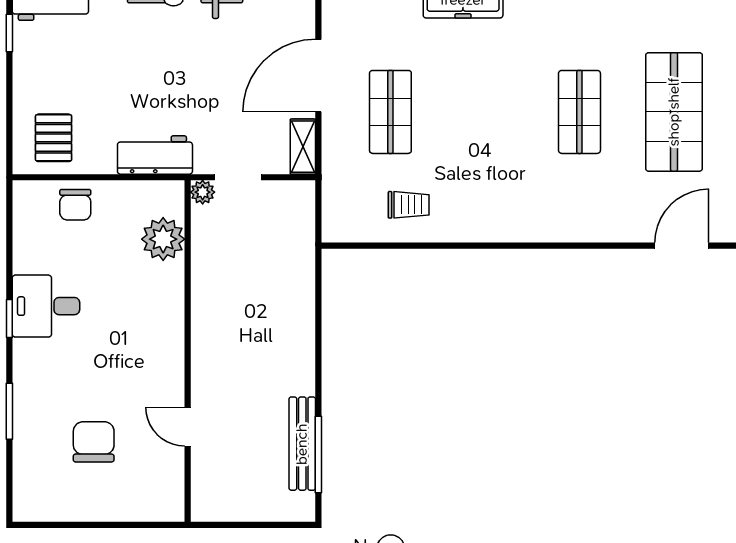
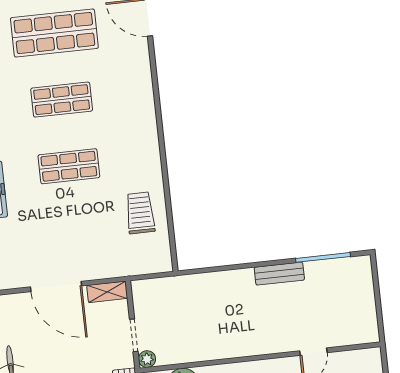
shop shelf: (390, 112) -> (69, 166), moved
trolley: (409, 205) -> (140, 213), width x1.36, depth x1.39
bench: (302, 444) -> (279, 274), moved, width x0.73

